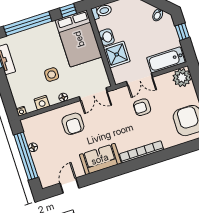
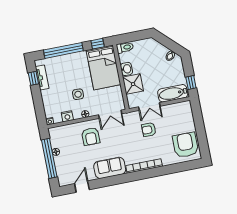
window: (182, 32) -> (191, 82), moved
plant: (182, 78) -> (184, 109), removed

